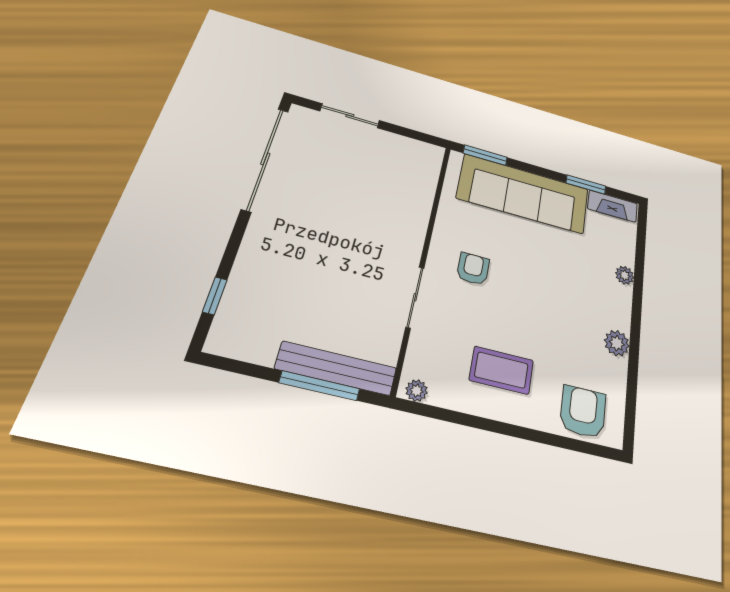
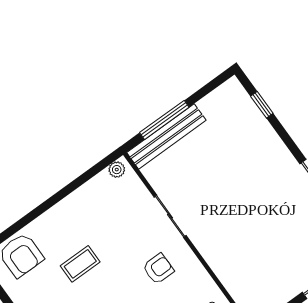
armchair: (473, 269) -> (158, 269), turned -90
coffee table: (501, 370) -> (80, 264), moved, width x0.73, depth x0.77

